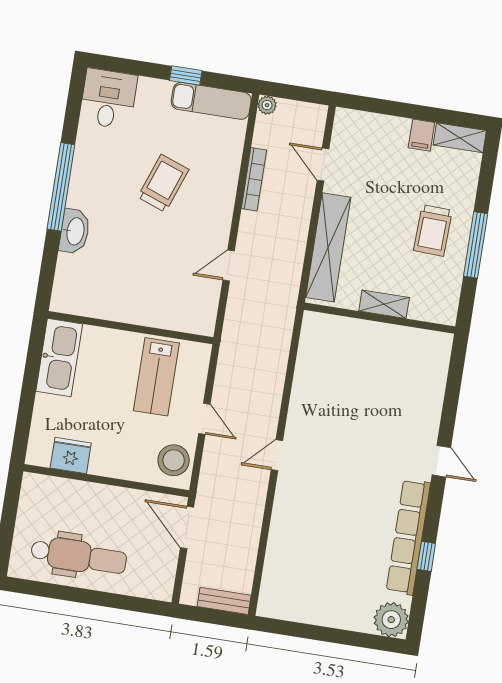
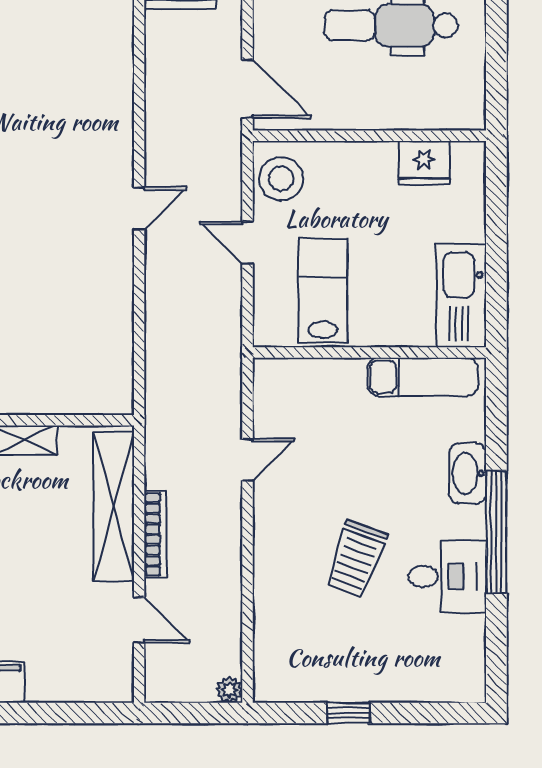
desk: (108, 99) -> (447, 577), moved, turned -90
exam couch: (211, 101) -> (423, 377), moved, turned 180
bookcase: (254, 179) -> (155, 534), moved, turned 180

